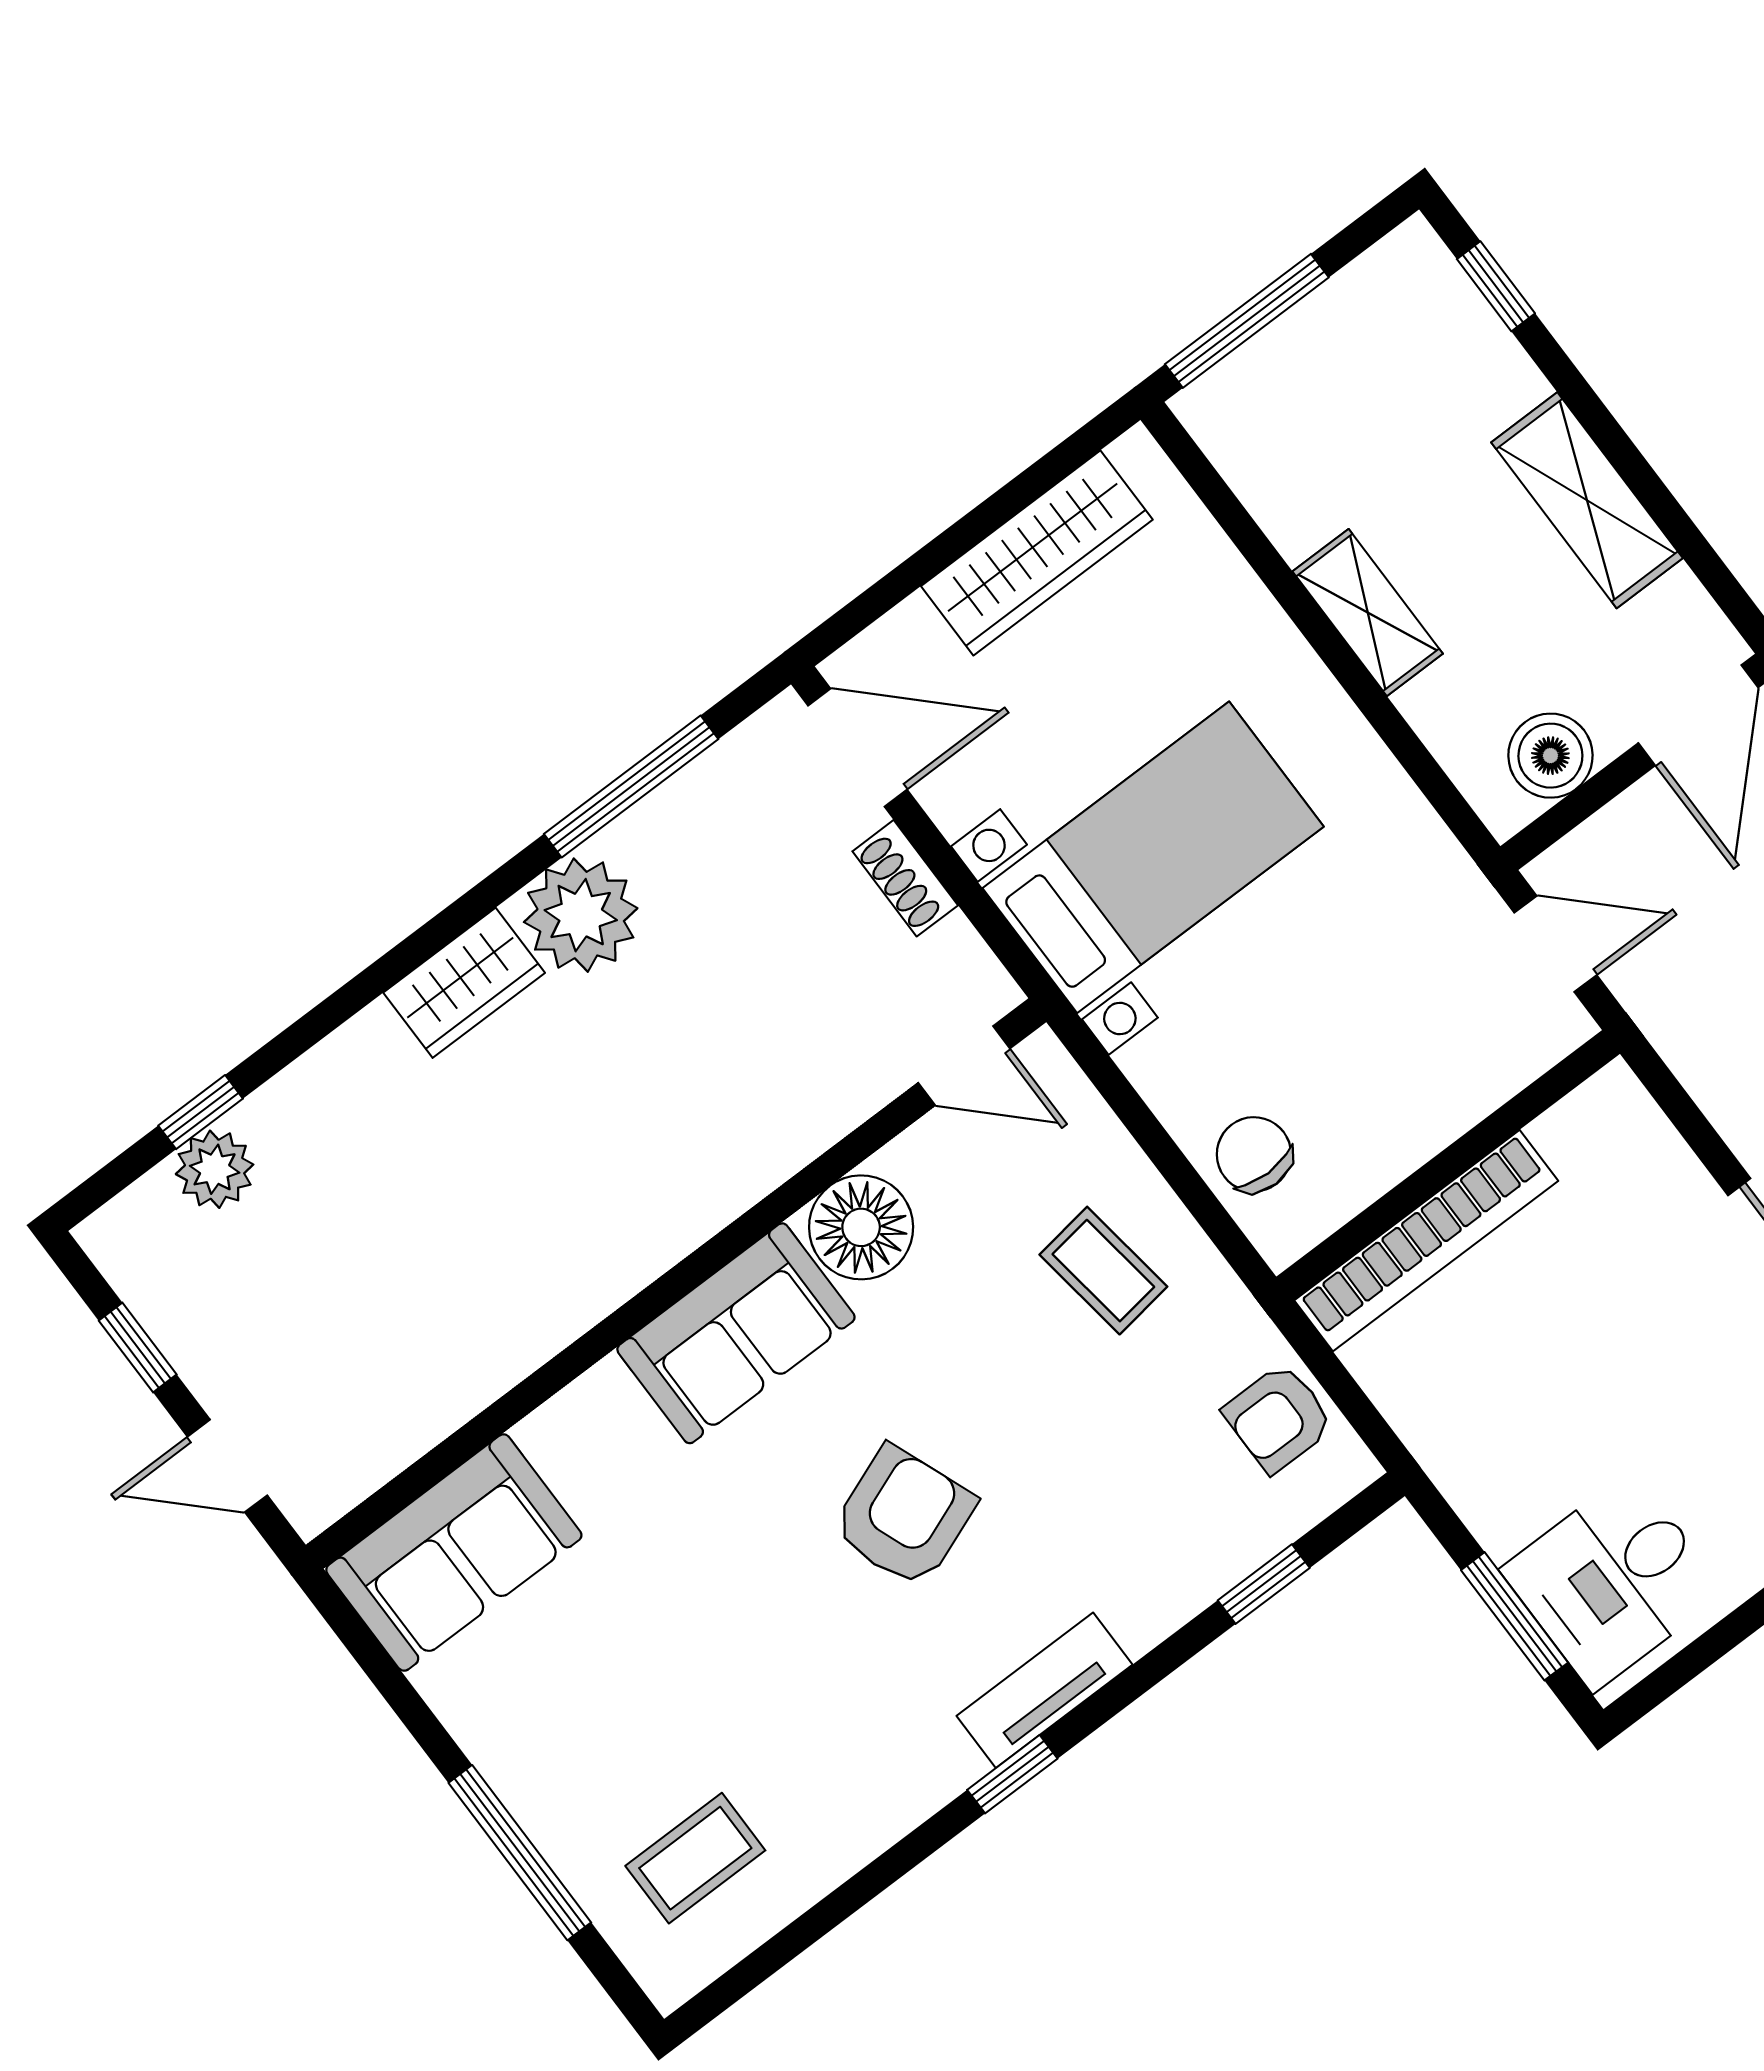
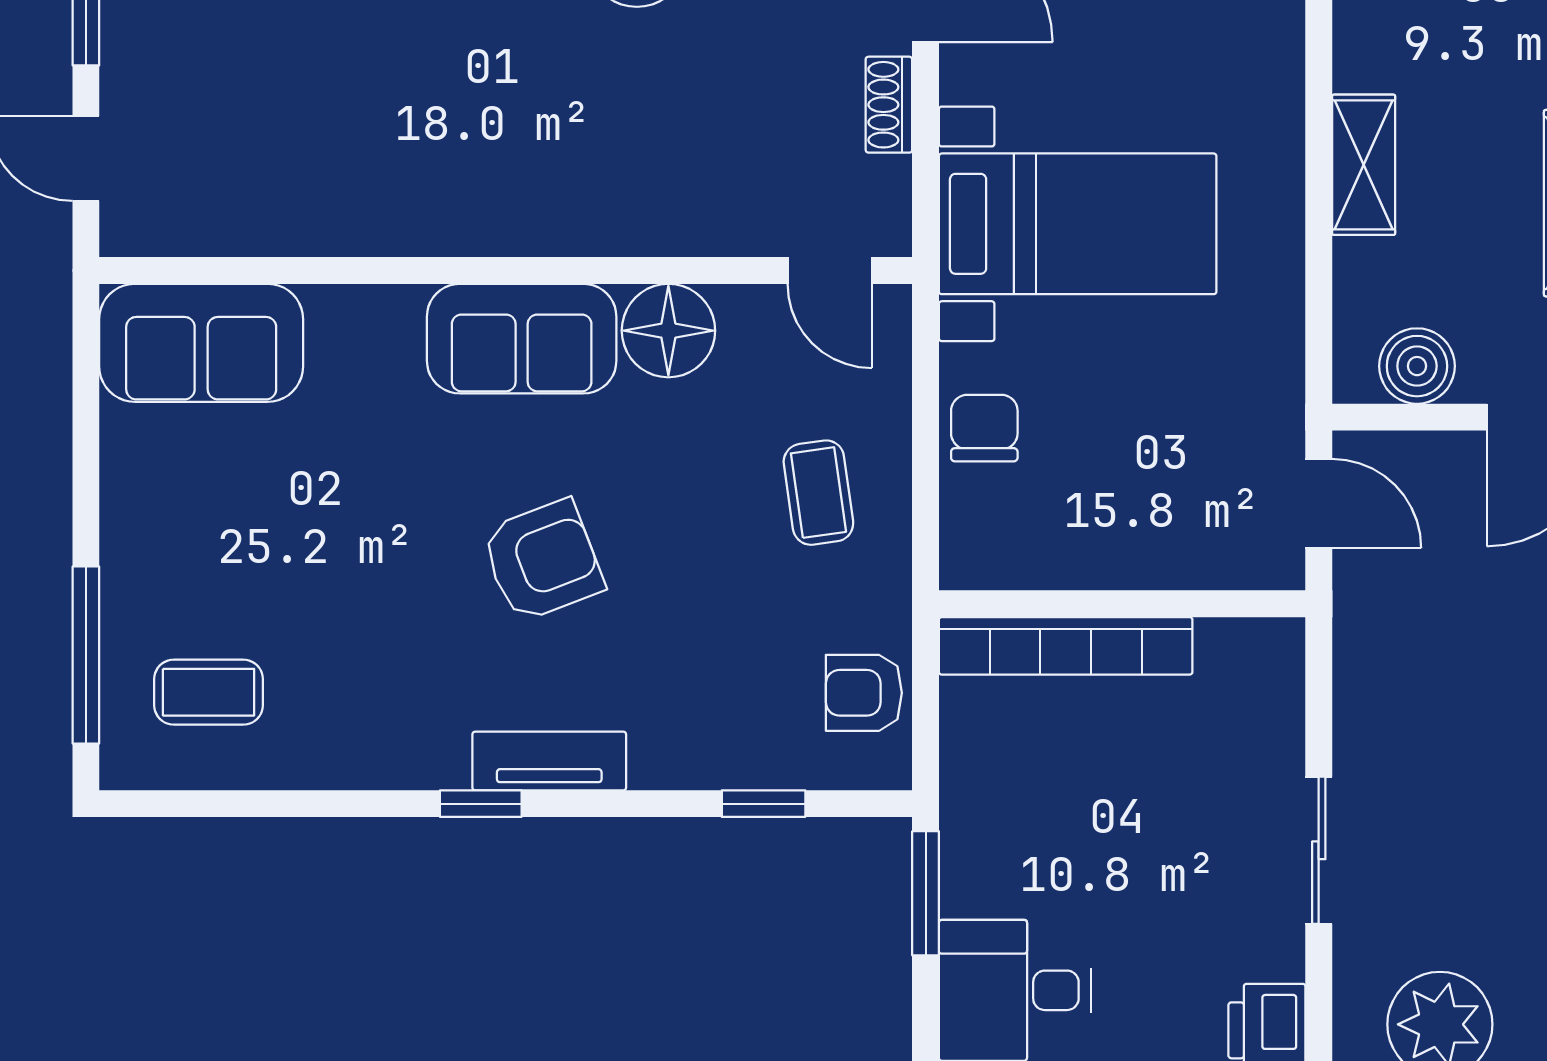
chair: (1254, 1154) -> (984, 428), moved
window: (1515, 1616) -> (926, 893), moved
window: (520, 1853) -> (86, 655), moved

